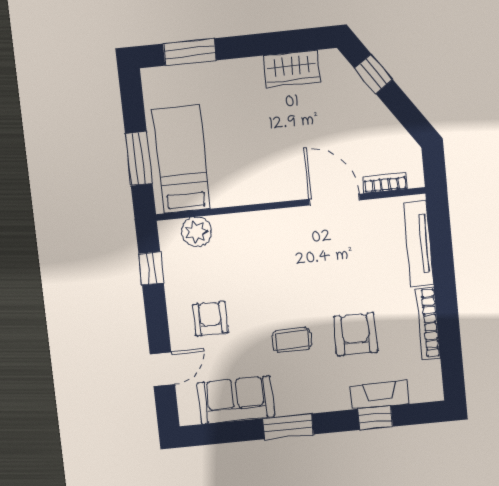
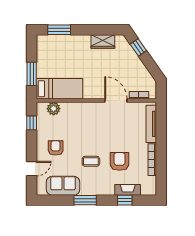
bed: (182, 159) -> (59, 89), moved, turned 90

